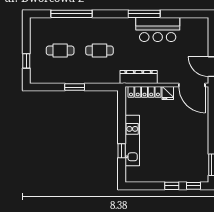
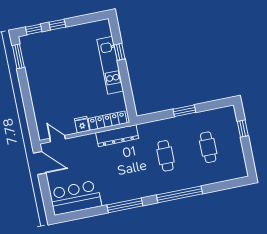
window: (71, 14) -> (179, 194), moved
bar counter: (158, 30) -> (75, 198), moved
cafe table: (60, 50) -> (208, 147), turned 90
cafe table: (99, 50) -> (165, 156), turned 90
door: (192, 85) -> (58, 139), width x0.53

